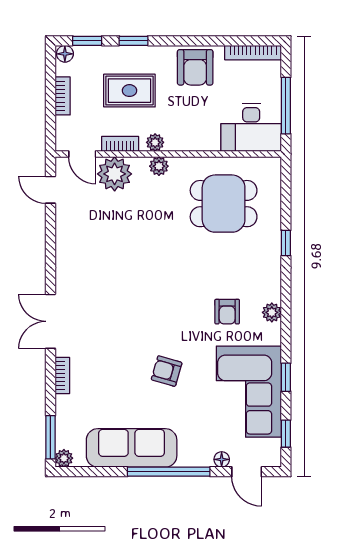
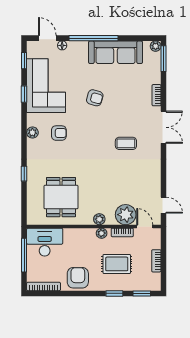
floor lamp: (65, 54) -> (155, 286), removed
dining table: (224, 204) -> (61, 197), turned 90
coffee table: (114, 294) -> (126, 143), added
armchair: (227, 312) -> (59, 133), turned 90

